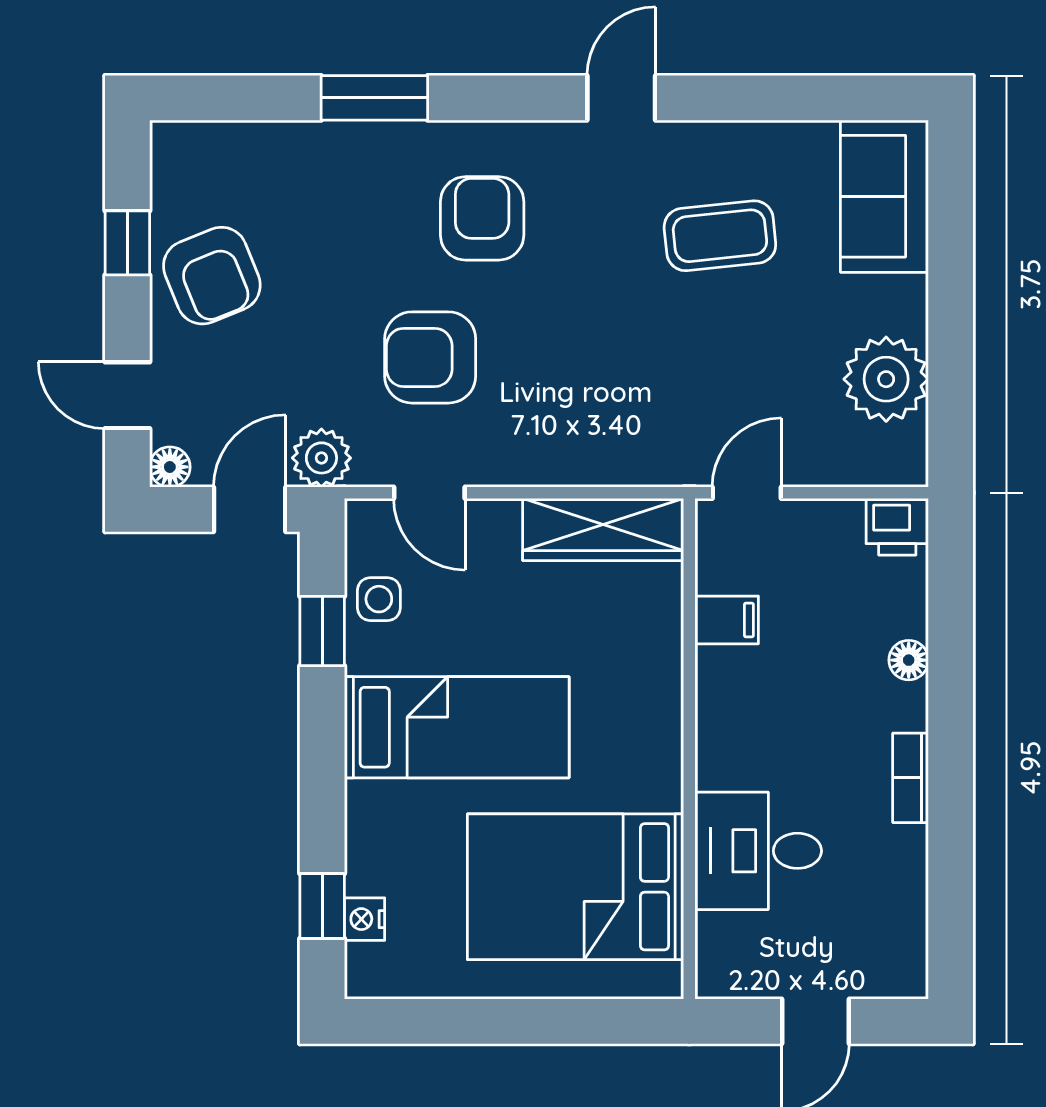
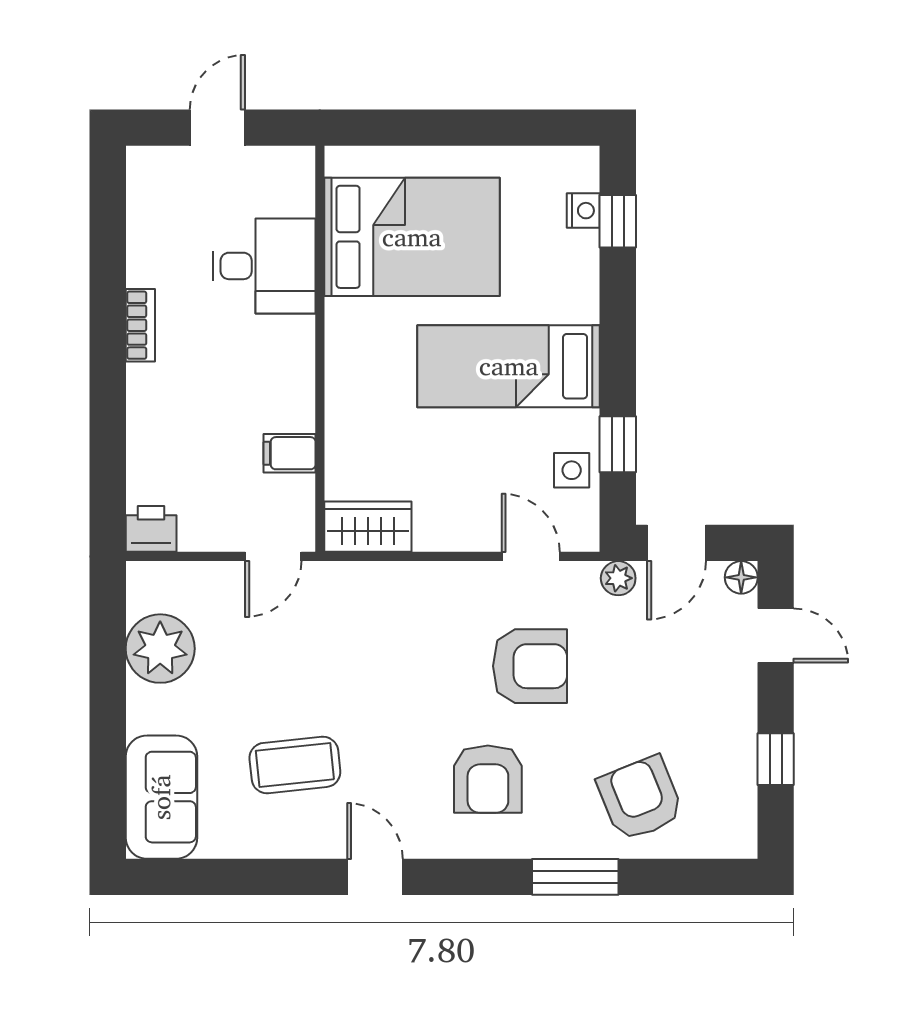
door: (621, 98) -> (375, 877), swing flipped
armchair: (212, 276) -> (640, 798), moved
plant: (321, 458) -> (618, 578), width x0.73, depth x0.73
wardrobe: (603, 529) -> (368, 527), width x0.67
floor lamp: (909, 660) -> (142, 421), removed

